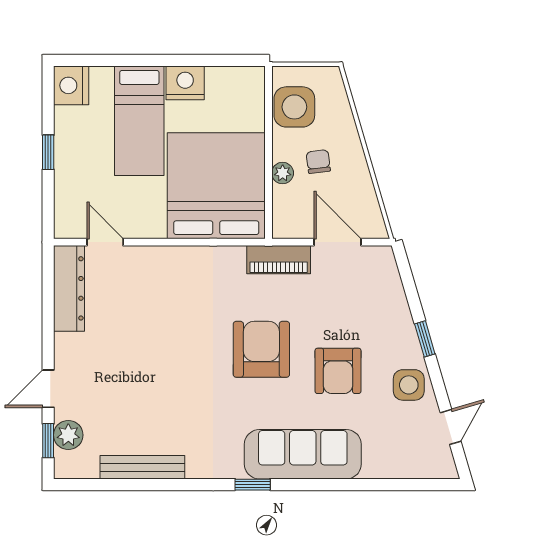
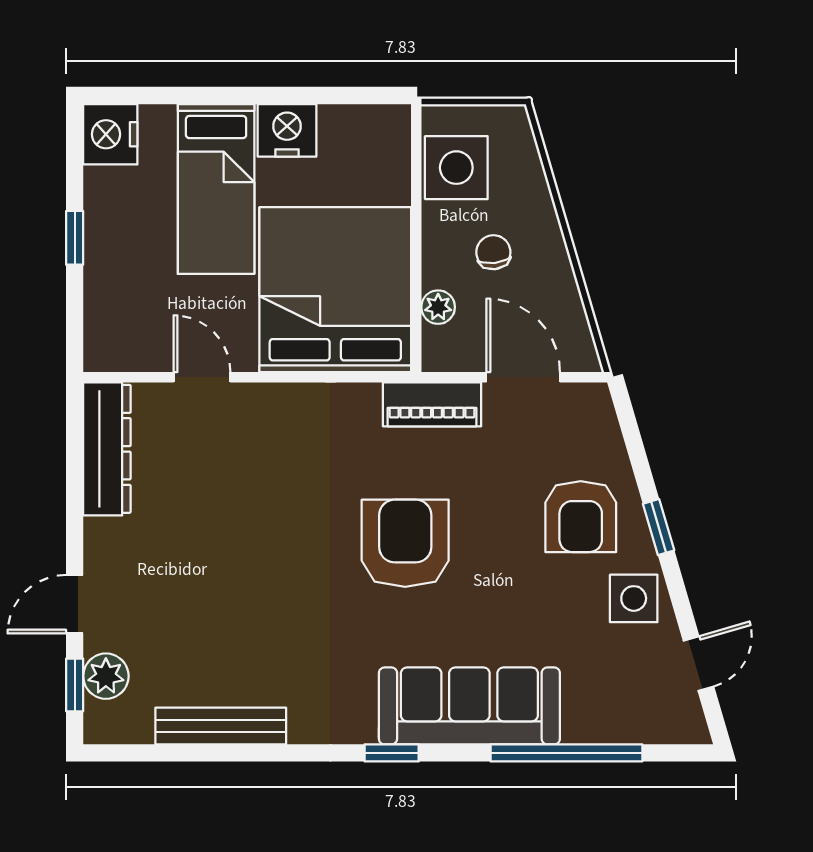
plant: (283, 173) -> (438, 307), moved
door: (105, 242) -> (202, 377), moved
armchair: (338, 371) -> (581, 517), moved
window: (365, 485) -> (566, 753), added

